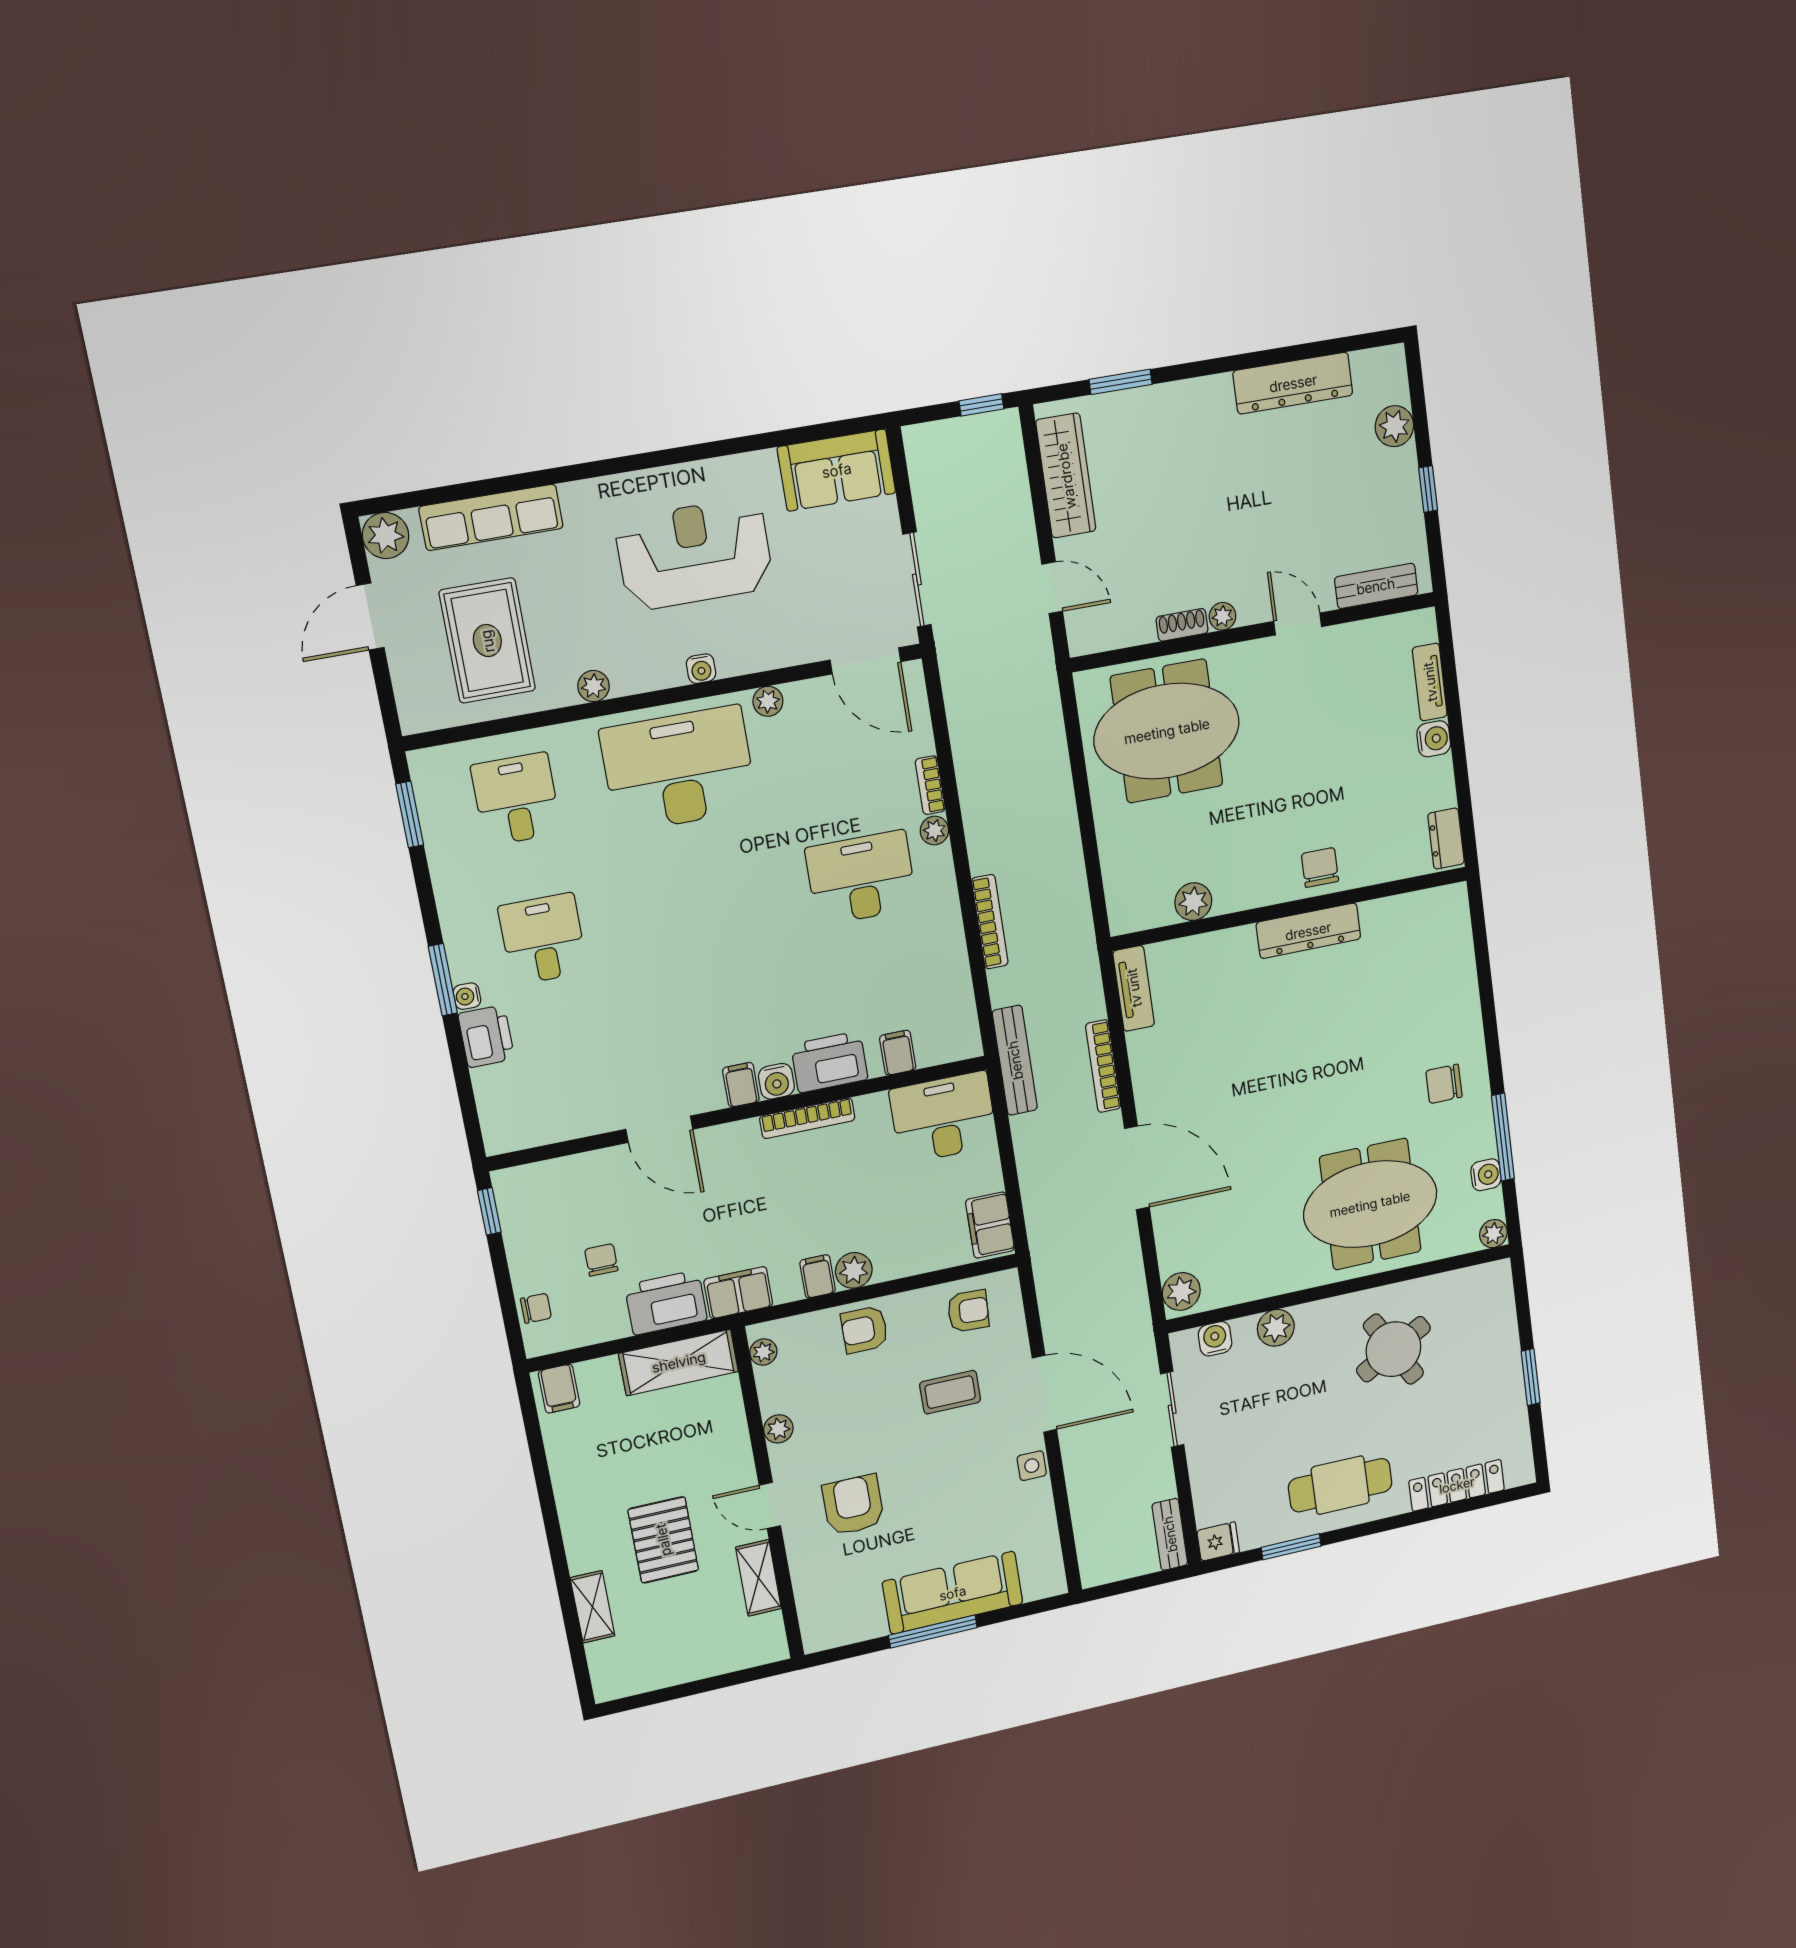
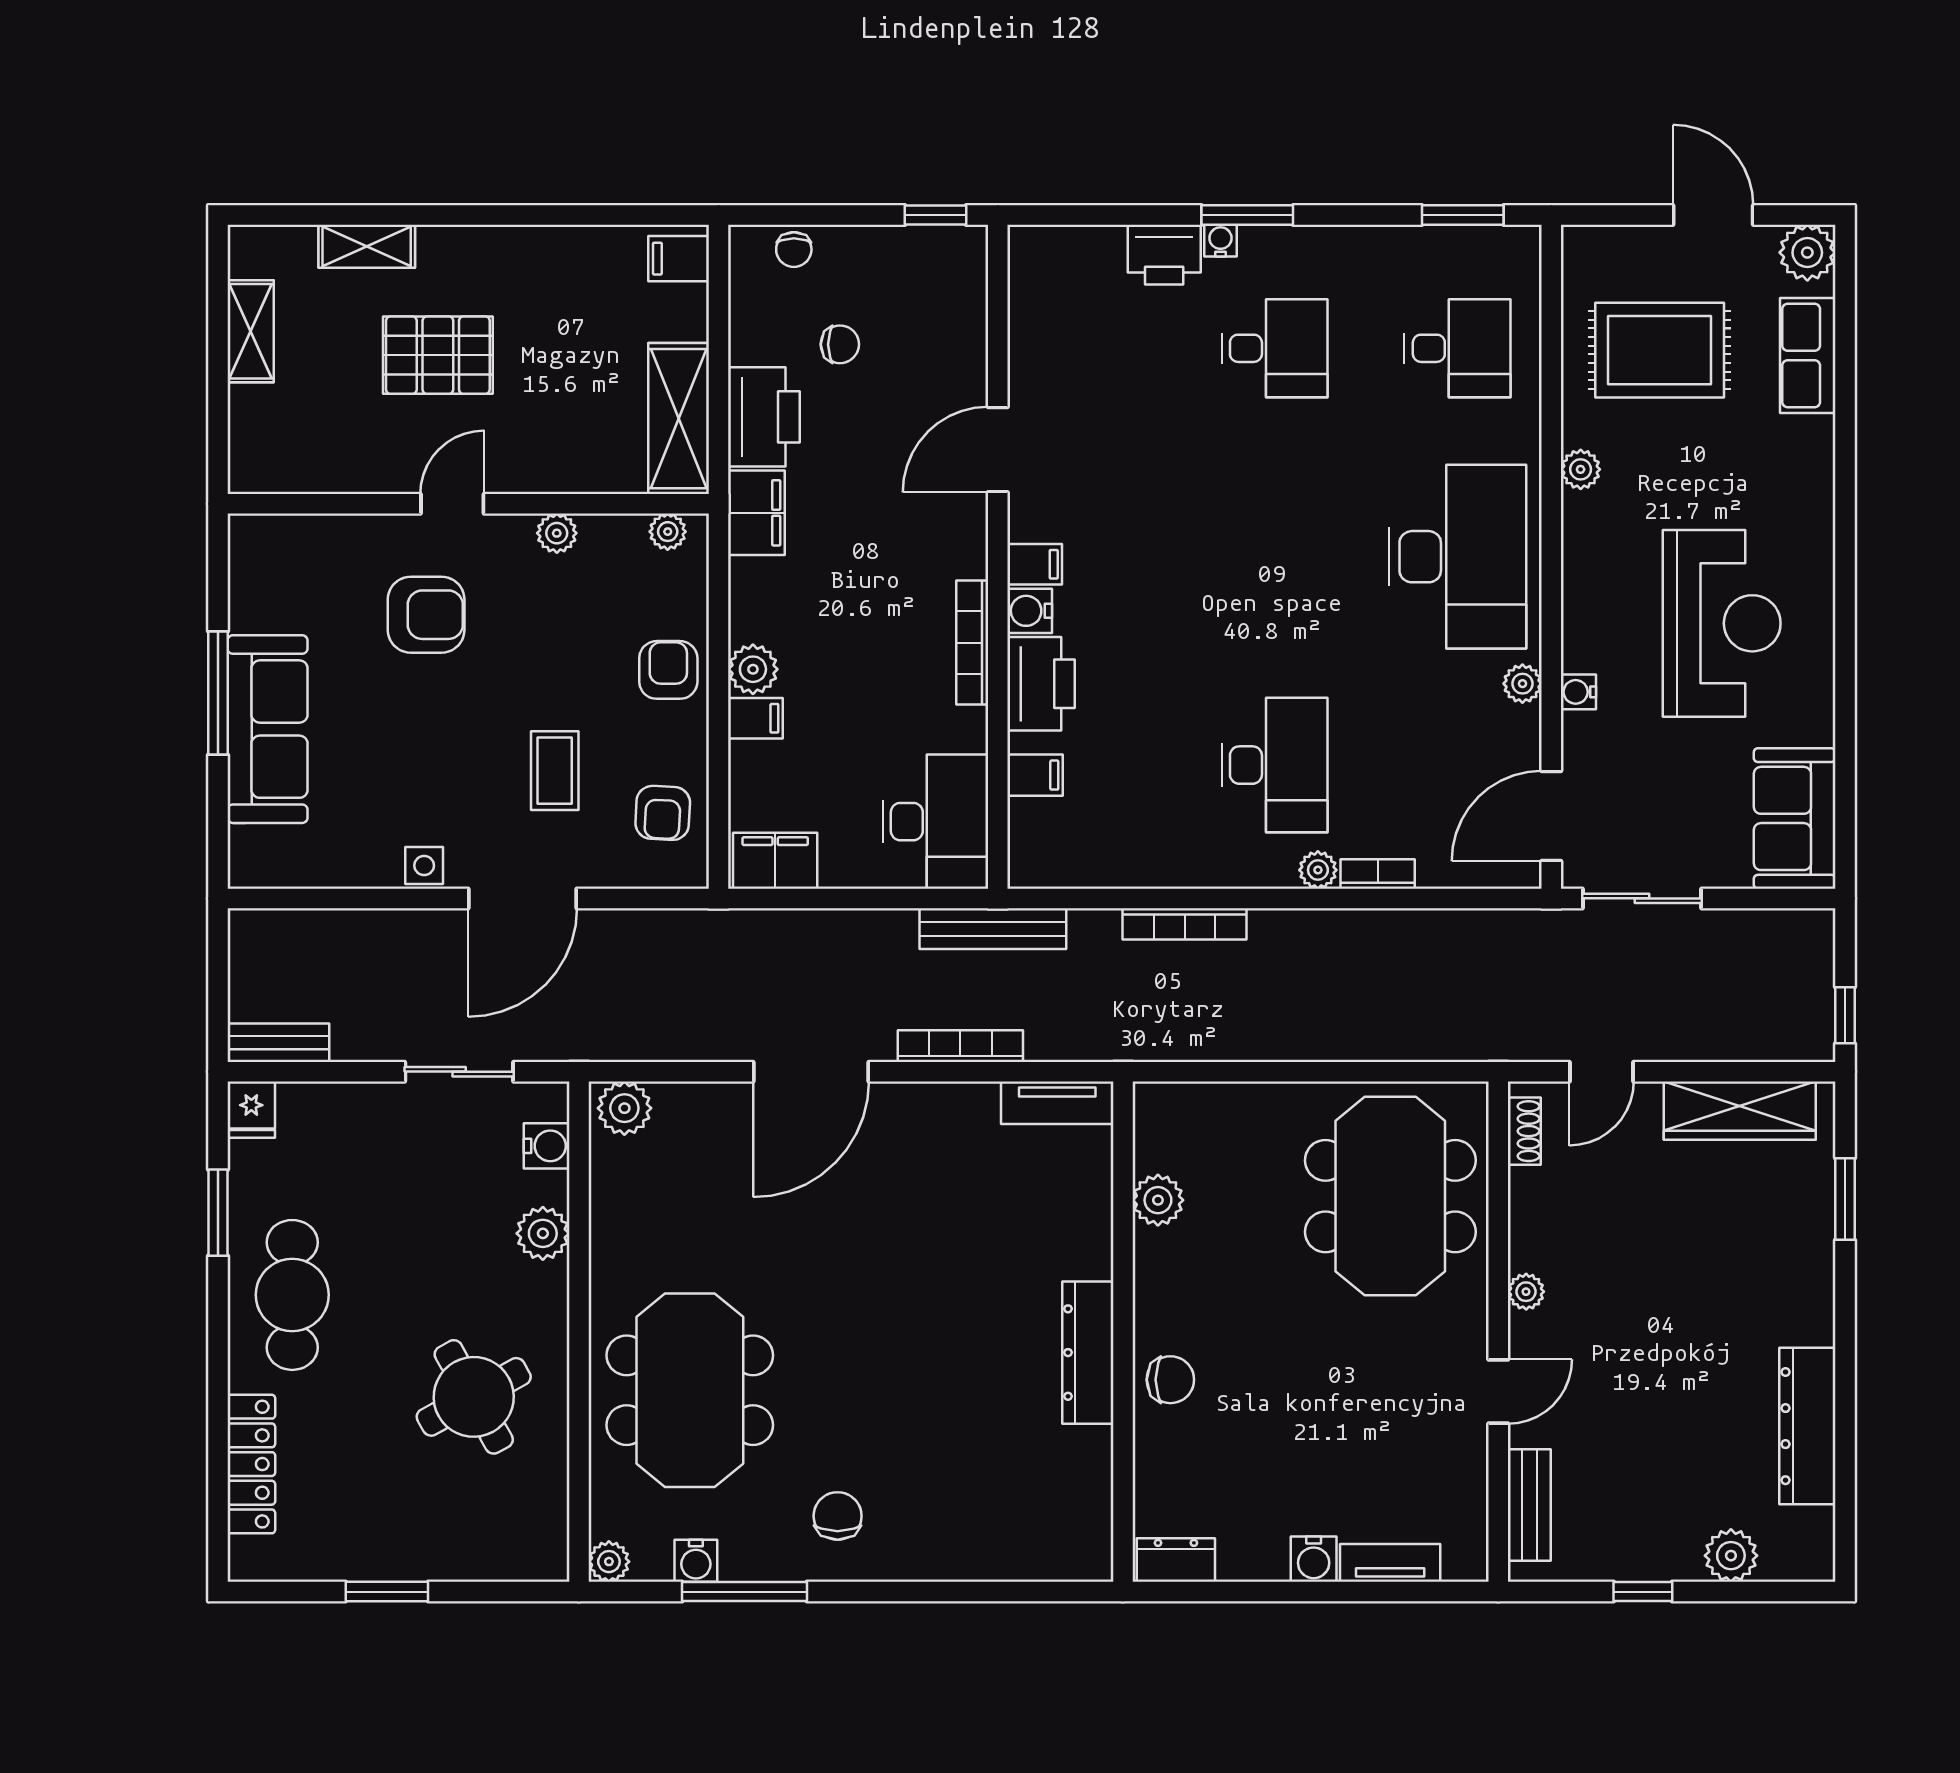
row of seats: (491, 517) -> (1808, 355), width x0.68
shoe rack: (1182, 625) -> (1524, 1131), moved
water cooler: (701, 669) -> (1578, 692), moved
filing cabinet: (818, 1276) -> (755, 718), moved
shelving: (758, 1578) -> (251, 331), moved, turned 90

